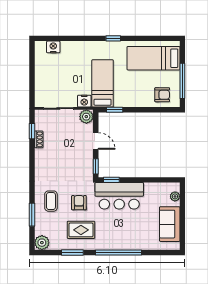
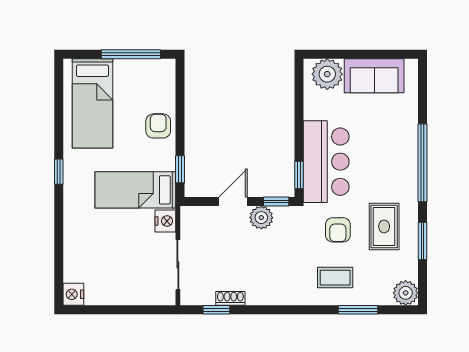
nightstand: (53, 47) -> (73, 294), moved
armchair: (162, 95) -> (158, 126), moved
plant: (86, 117) -> (261, 218), moved
plant: (175, 196) -> (327, 74), width x1.88, depth x1.88
armchair: (79, 203) -> (338, 230), turned -90

